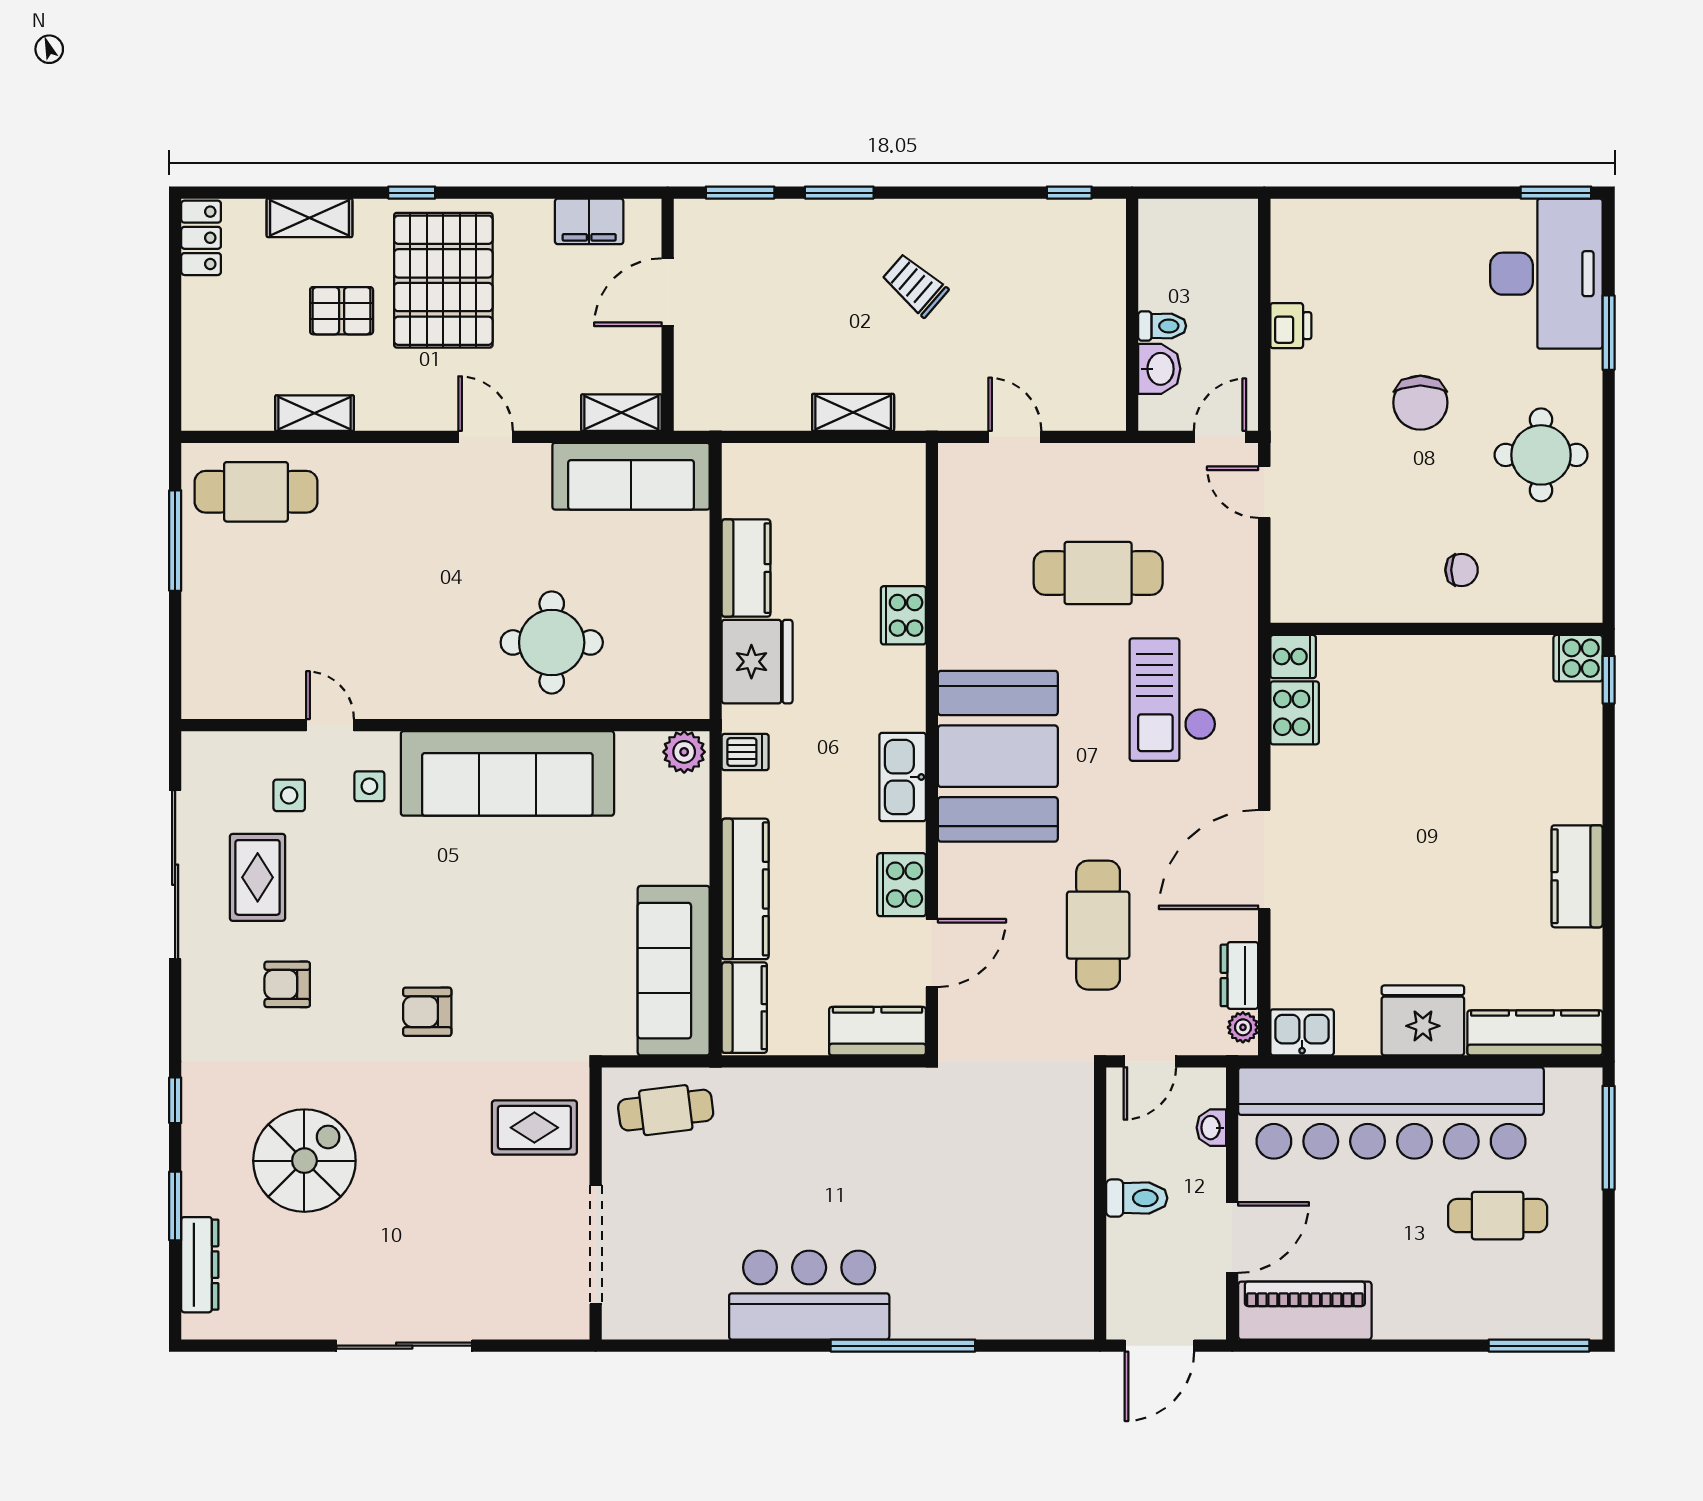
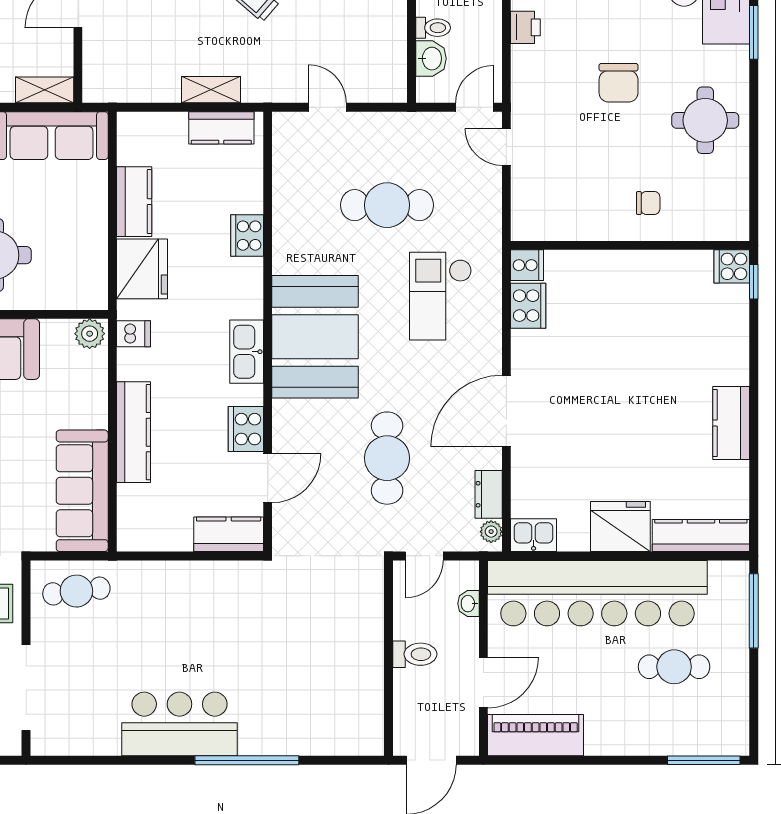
kitchen counter: (744, 1008) -> (221, 128), moved, turned 90

